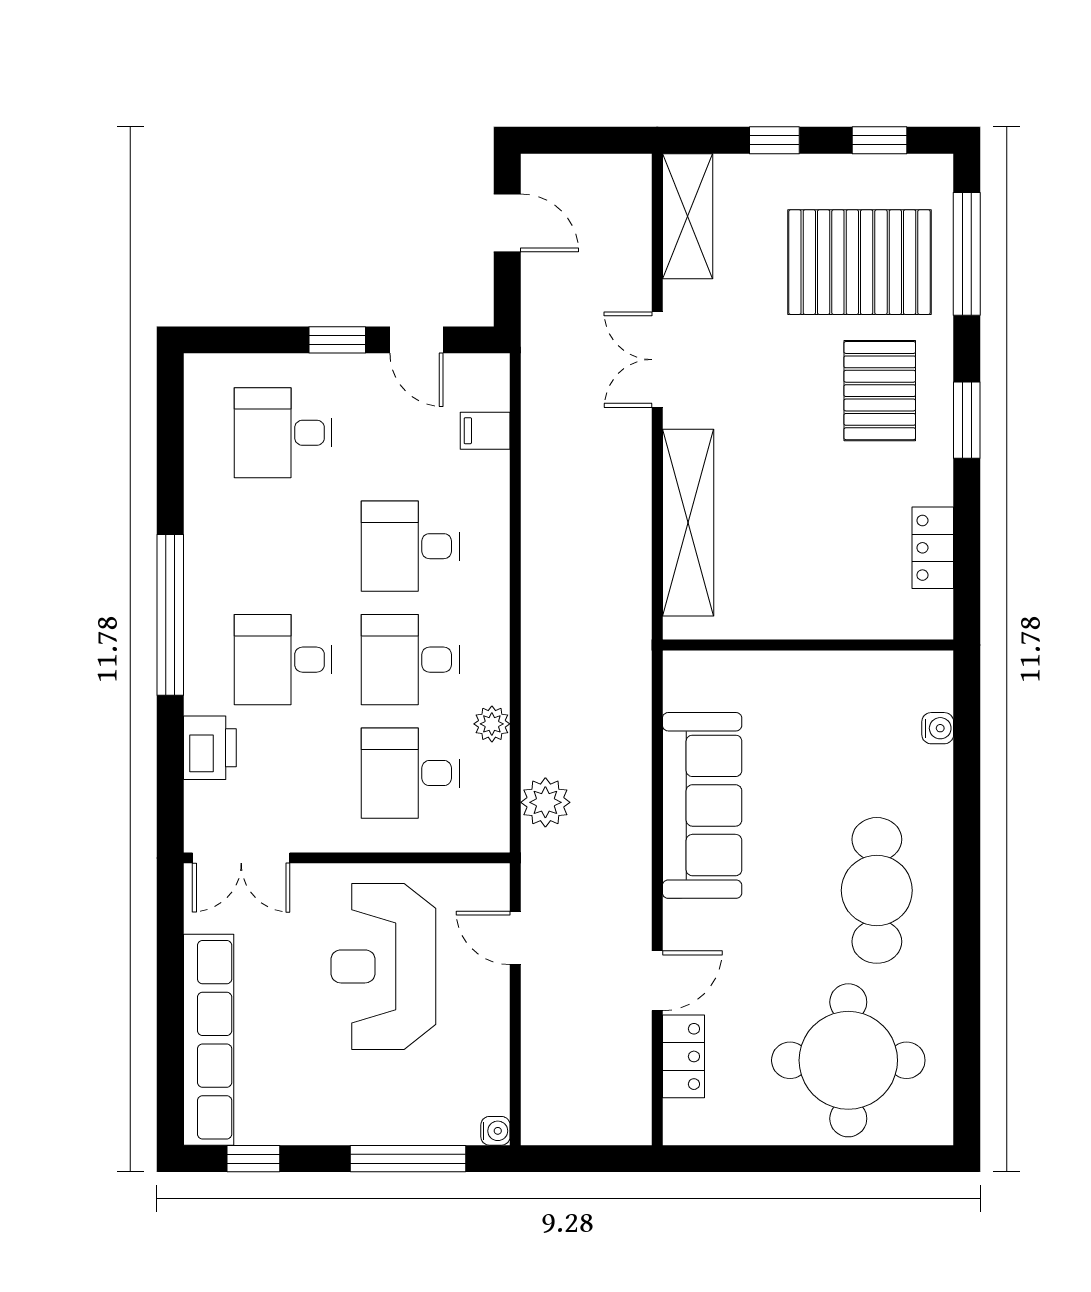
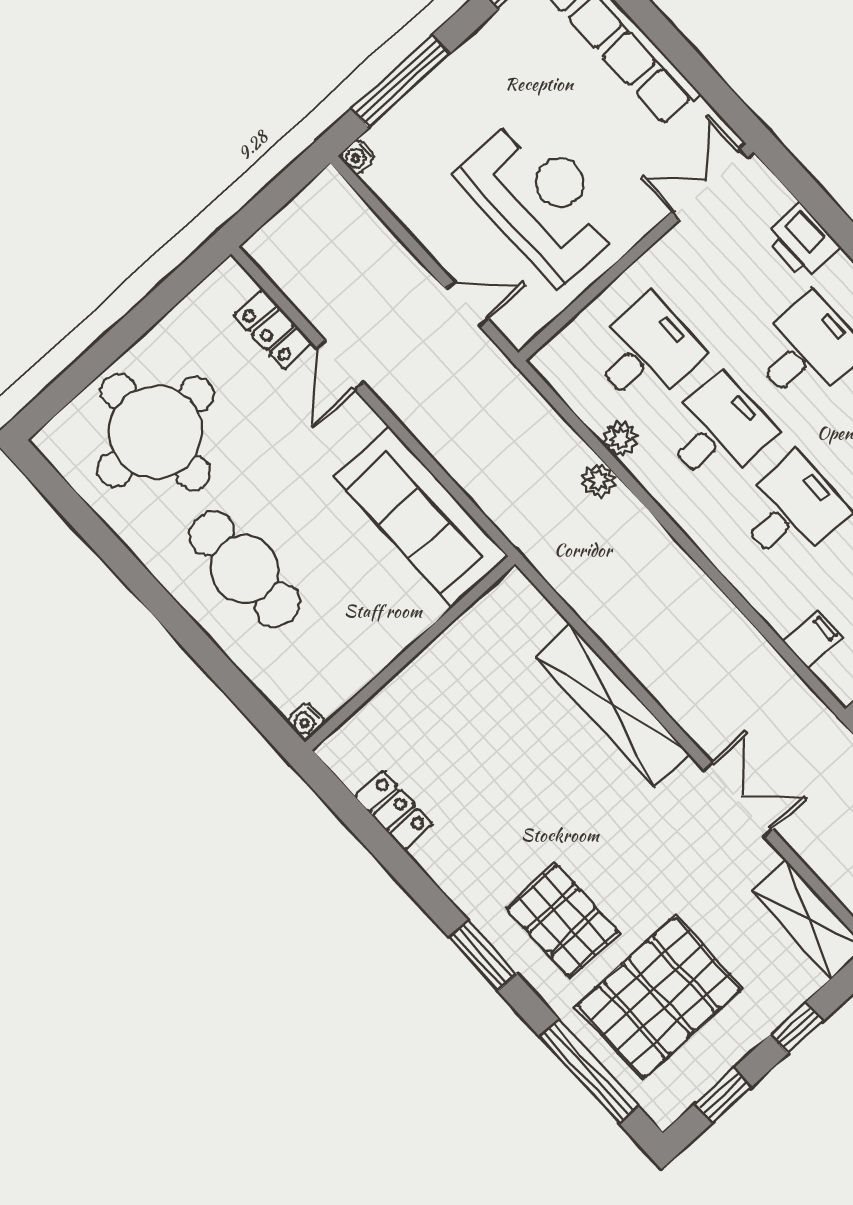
locker: (933, 548) -> (393, 810), moved
wall: (808, 645) -> (410, 653), moved
plant: (545, 802) -> (598, 480), moved, width x0.73, depth x0.73

